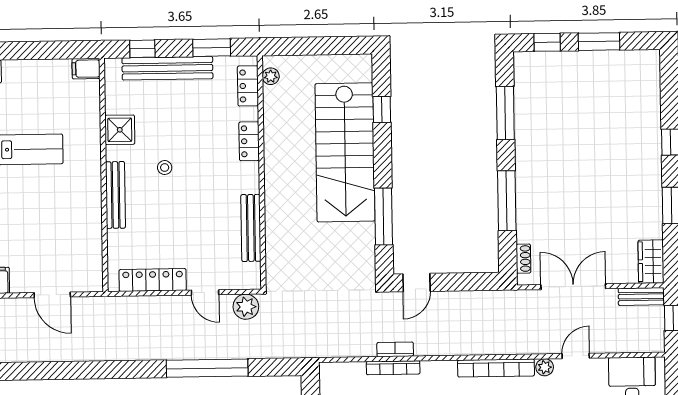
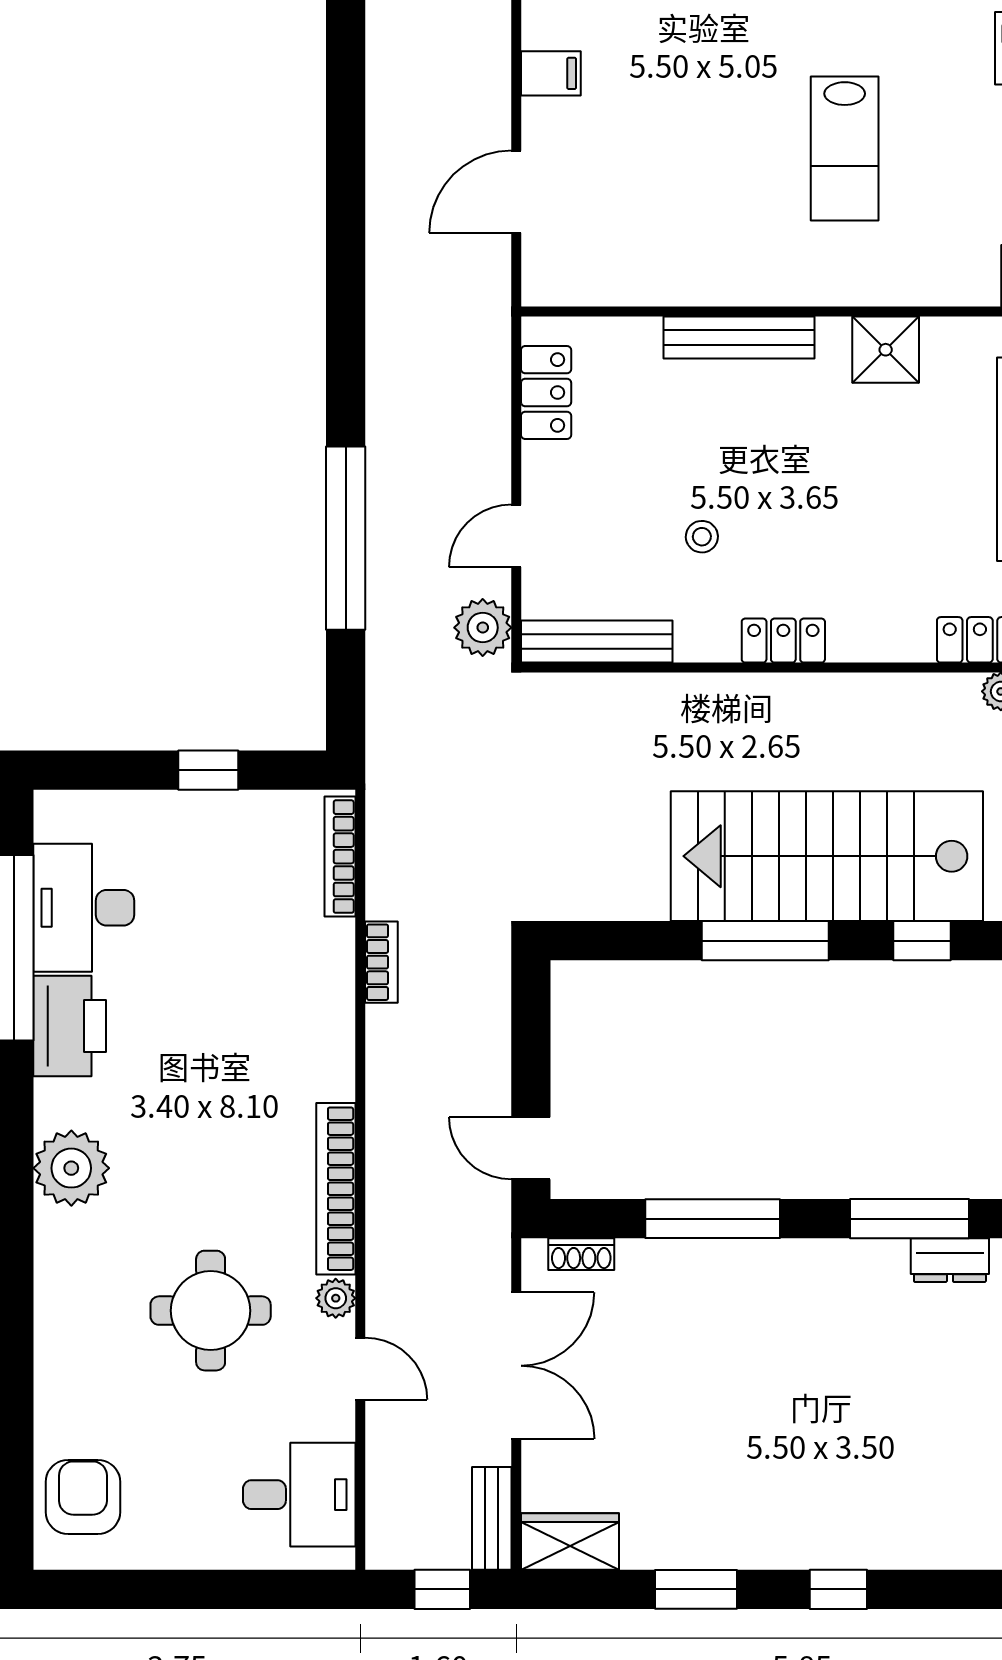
dresser: (523, 95) -> (950, 1260), added
locker: (249, 141) -> (783, 641), moved
stool: (165, 168) -> (702, 537), moved
window: (384, 216) -> (765, 941), moved
bench: (251, 228) -> (597, 642), moved
locker: (153, 280) -> (546, 392), width x0.66
door: (417, 283) -> (531, 1148), moved
bookcase: (393, 368) -> (340, 857), moved

